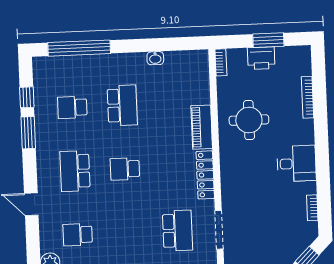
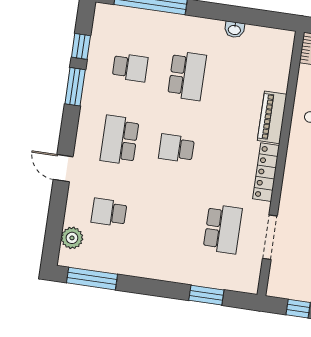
school desk: (72, 107) -> (130, 67), turned 180

